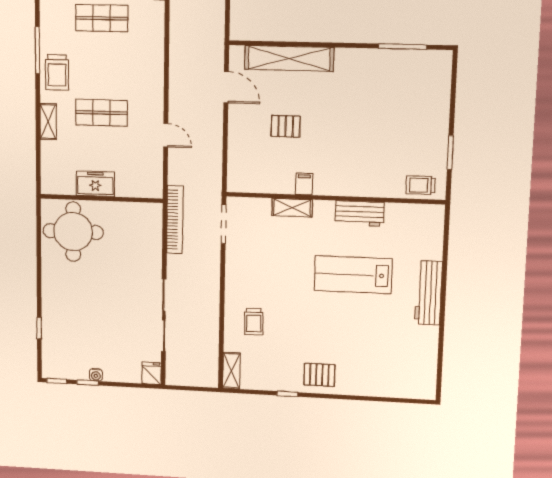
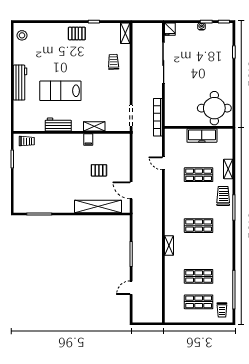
freezer: (95, 184) -> (202, 135), width x1.40
lab bench: (353, 275) -> (60, 91), turned 180
stool: (421, 377) -> (22, 35), added

